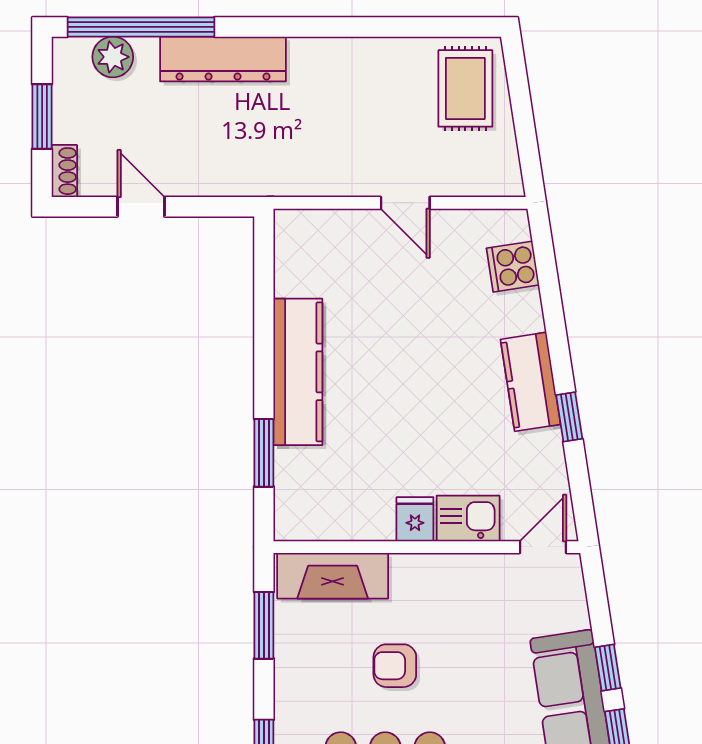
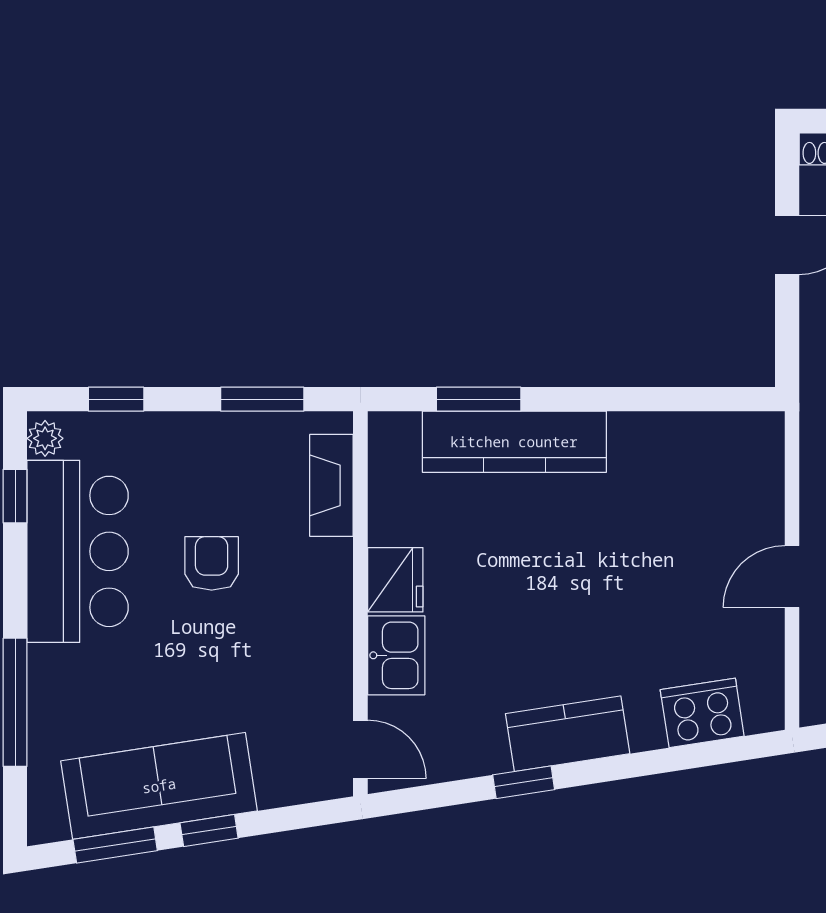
cooker: (513, 267) -> (702, 713), width x1.36
kitchen counter: (298, 372) -> (514, 442), moved
fridge: (415, 519) -> (395, 580), width x1.38
fireplace: (333, 576) -> (331, 485), width x0.73, depth x0.76

